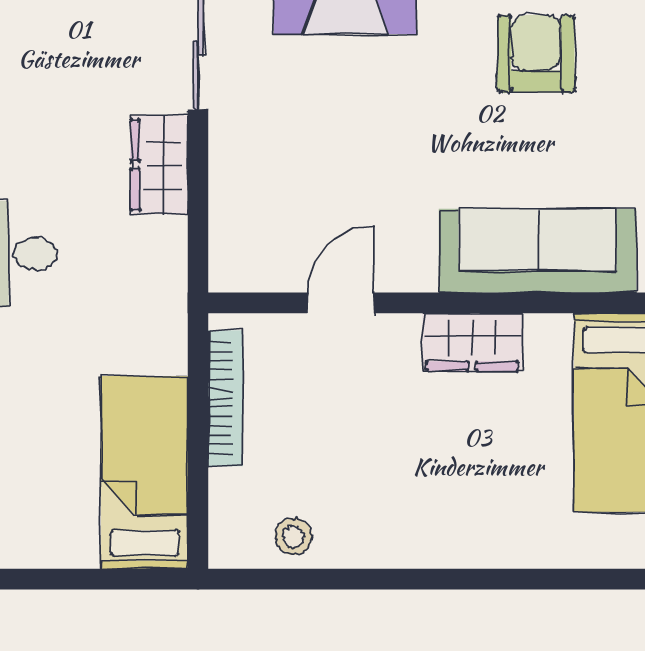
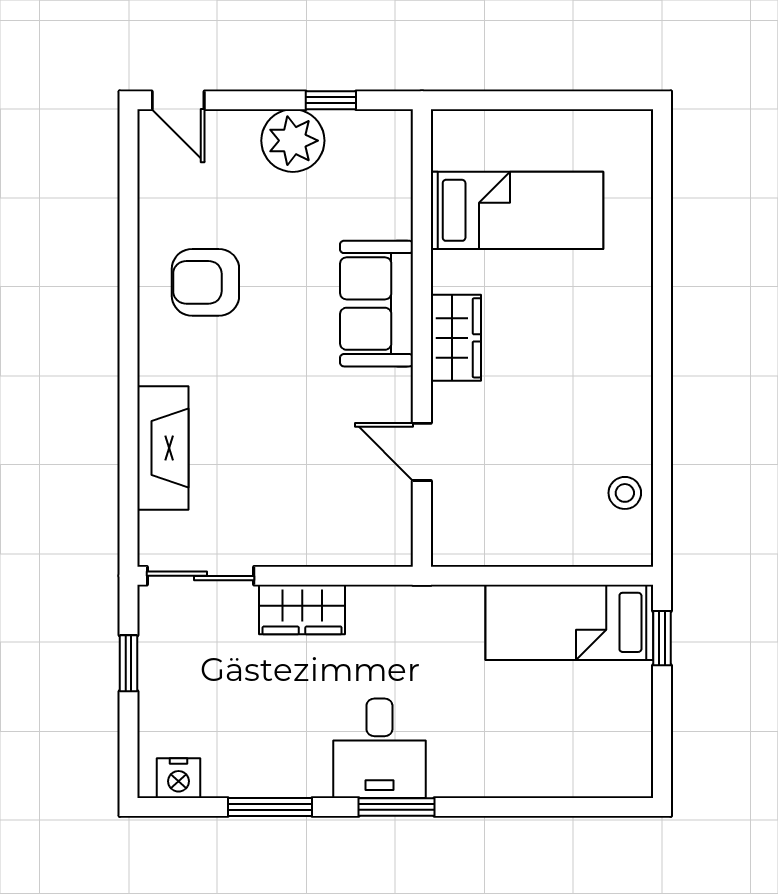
sofa: (538, 251) -> (377, 304), width x0.73
bookcase: (226, 398) -> (505, 552), removed
window: (126, 579) -> (662, 638), added

